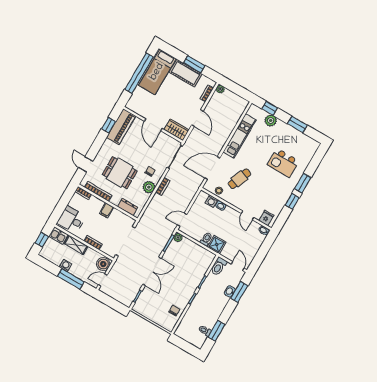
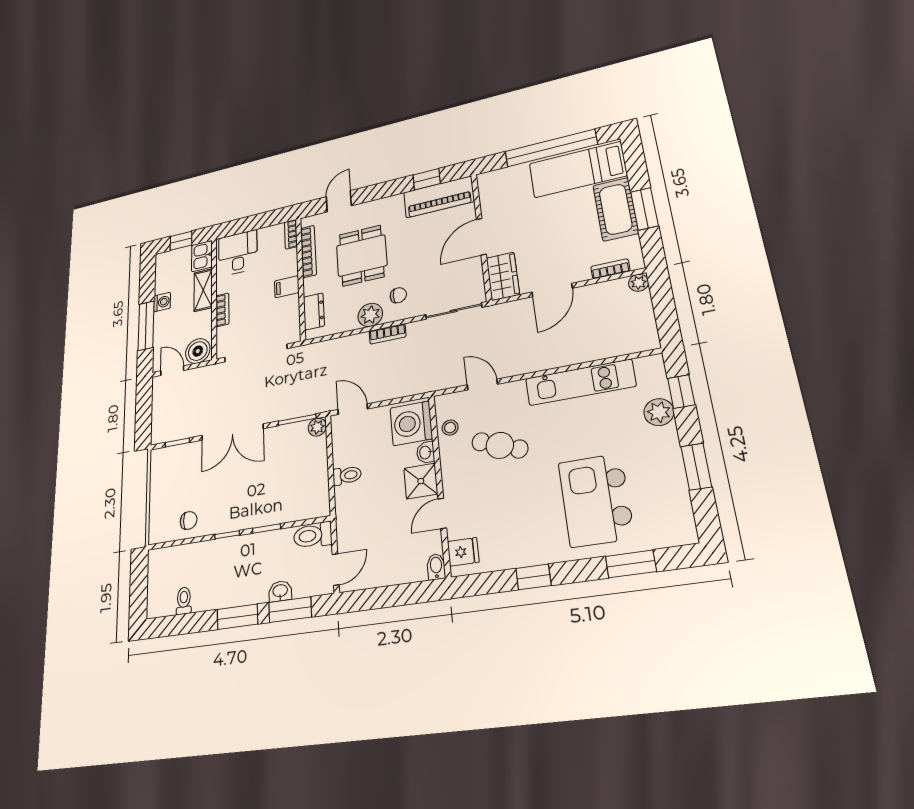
kitchen island: (283, 163) -> (596, 500), width x1.37, depth x1.28
door: (212, 168) -> (482, 385), width x0.53
window: (303, 183) -> (631, 564), moved
washing machine: (212, 201) -> (411, 423), width x1.89, depth x1.89
shower: (217, 245) -> (421, 481), moved
window: (217, 331) -> (237, 617), moved

